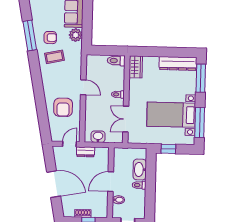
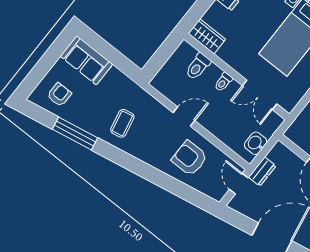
plant: (76, 35) -> (115, 79), removed
armchair: (50, 38) -> (59, 95), moved
toilet: (116, 61) -> (198, 67), moved
armchair: (63, 107) -> (190, 158), turned 180

